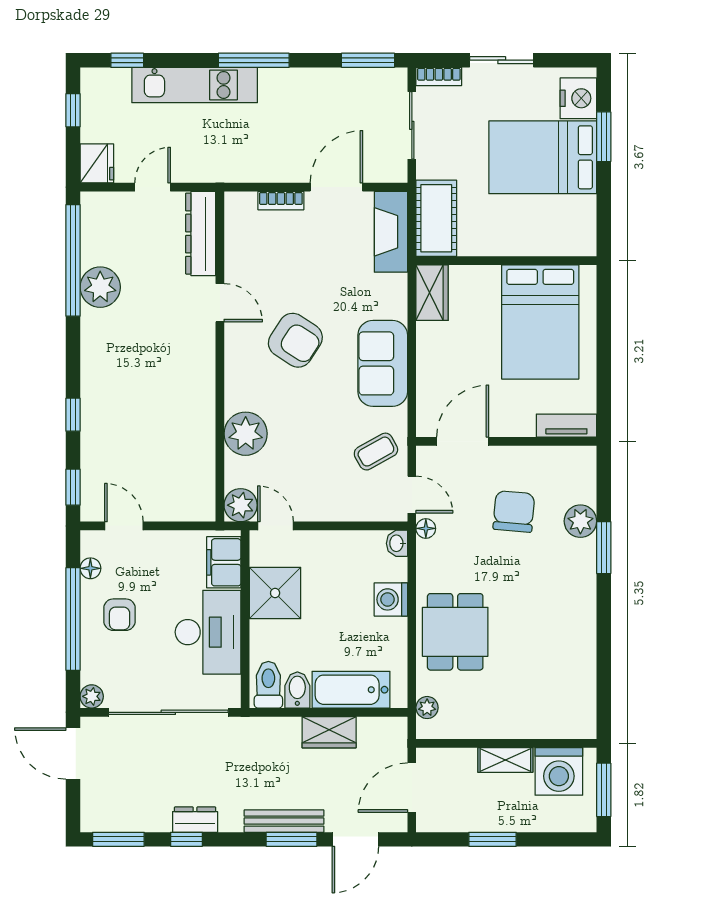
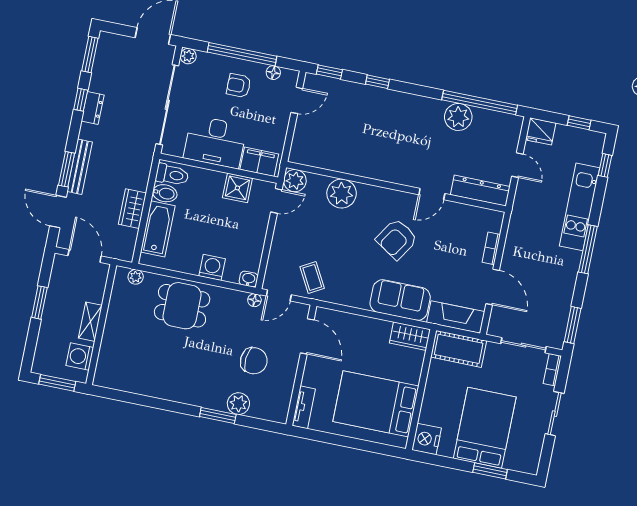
nightstand: (578, 98) -> (427, 439), moved, turned 90
sofa: (383, 363) -> (400, 300), moved
shower: (275, 593) -> (237, 188), width x0.73, depth x0.73
washing machine: (559, 771) -> (80, 356), width x0.73, depth x0.73

